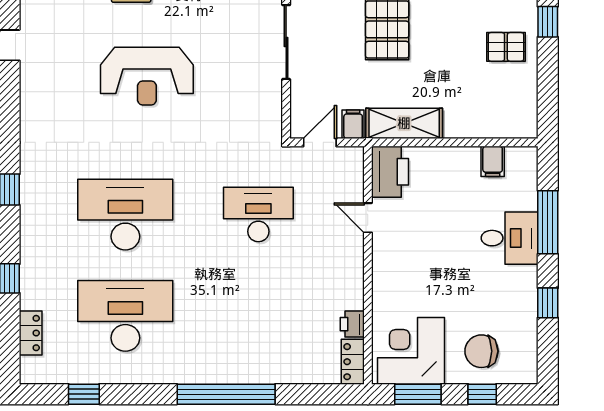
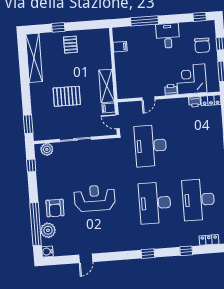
reception desk: (147, 76) -> (95, 198), turned -90
printer: (390, 172) -> (171, 90), moved, width x0.53, depth x0.68
desk: (258, 215) -> (151, 146), width x1.36, depth x1.30
desk: (510, 238) -> (168, 36), moved
window: (548, 303) -> (200, 17), moved
corner desk: (411, 351) -> (191, 79), moved, turned 90

